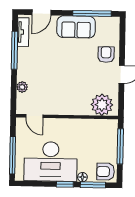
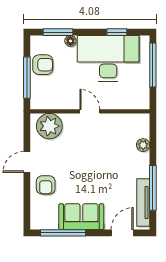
tv unit: (23, 32) -> (143, 202), width x1.41
door: (34, 116) -> (90, 111), moved
armchair: (106, 172) -> (43, 65), moved
window: (65, 184) -> (117, 32), moved

